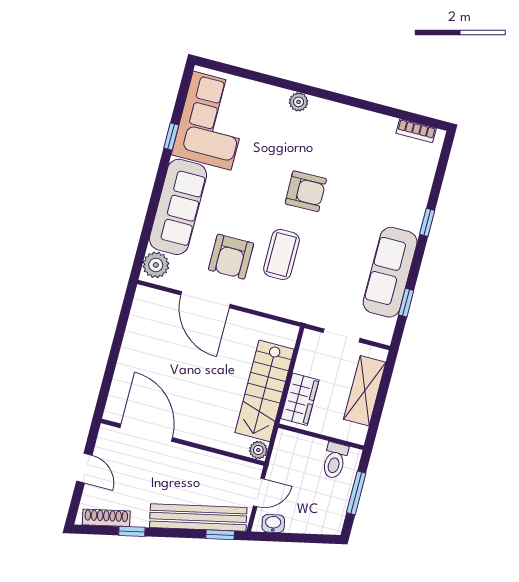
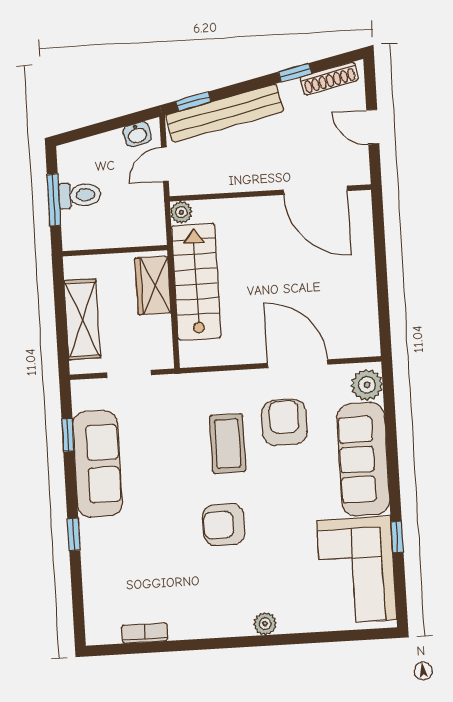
bookcase: (416, 131) -> (145, 633), moved
toilet: (335, 461) -> (80, 195), moved, turned 90

